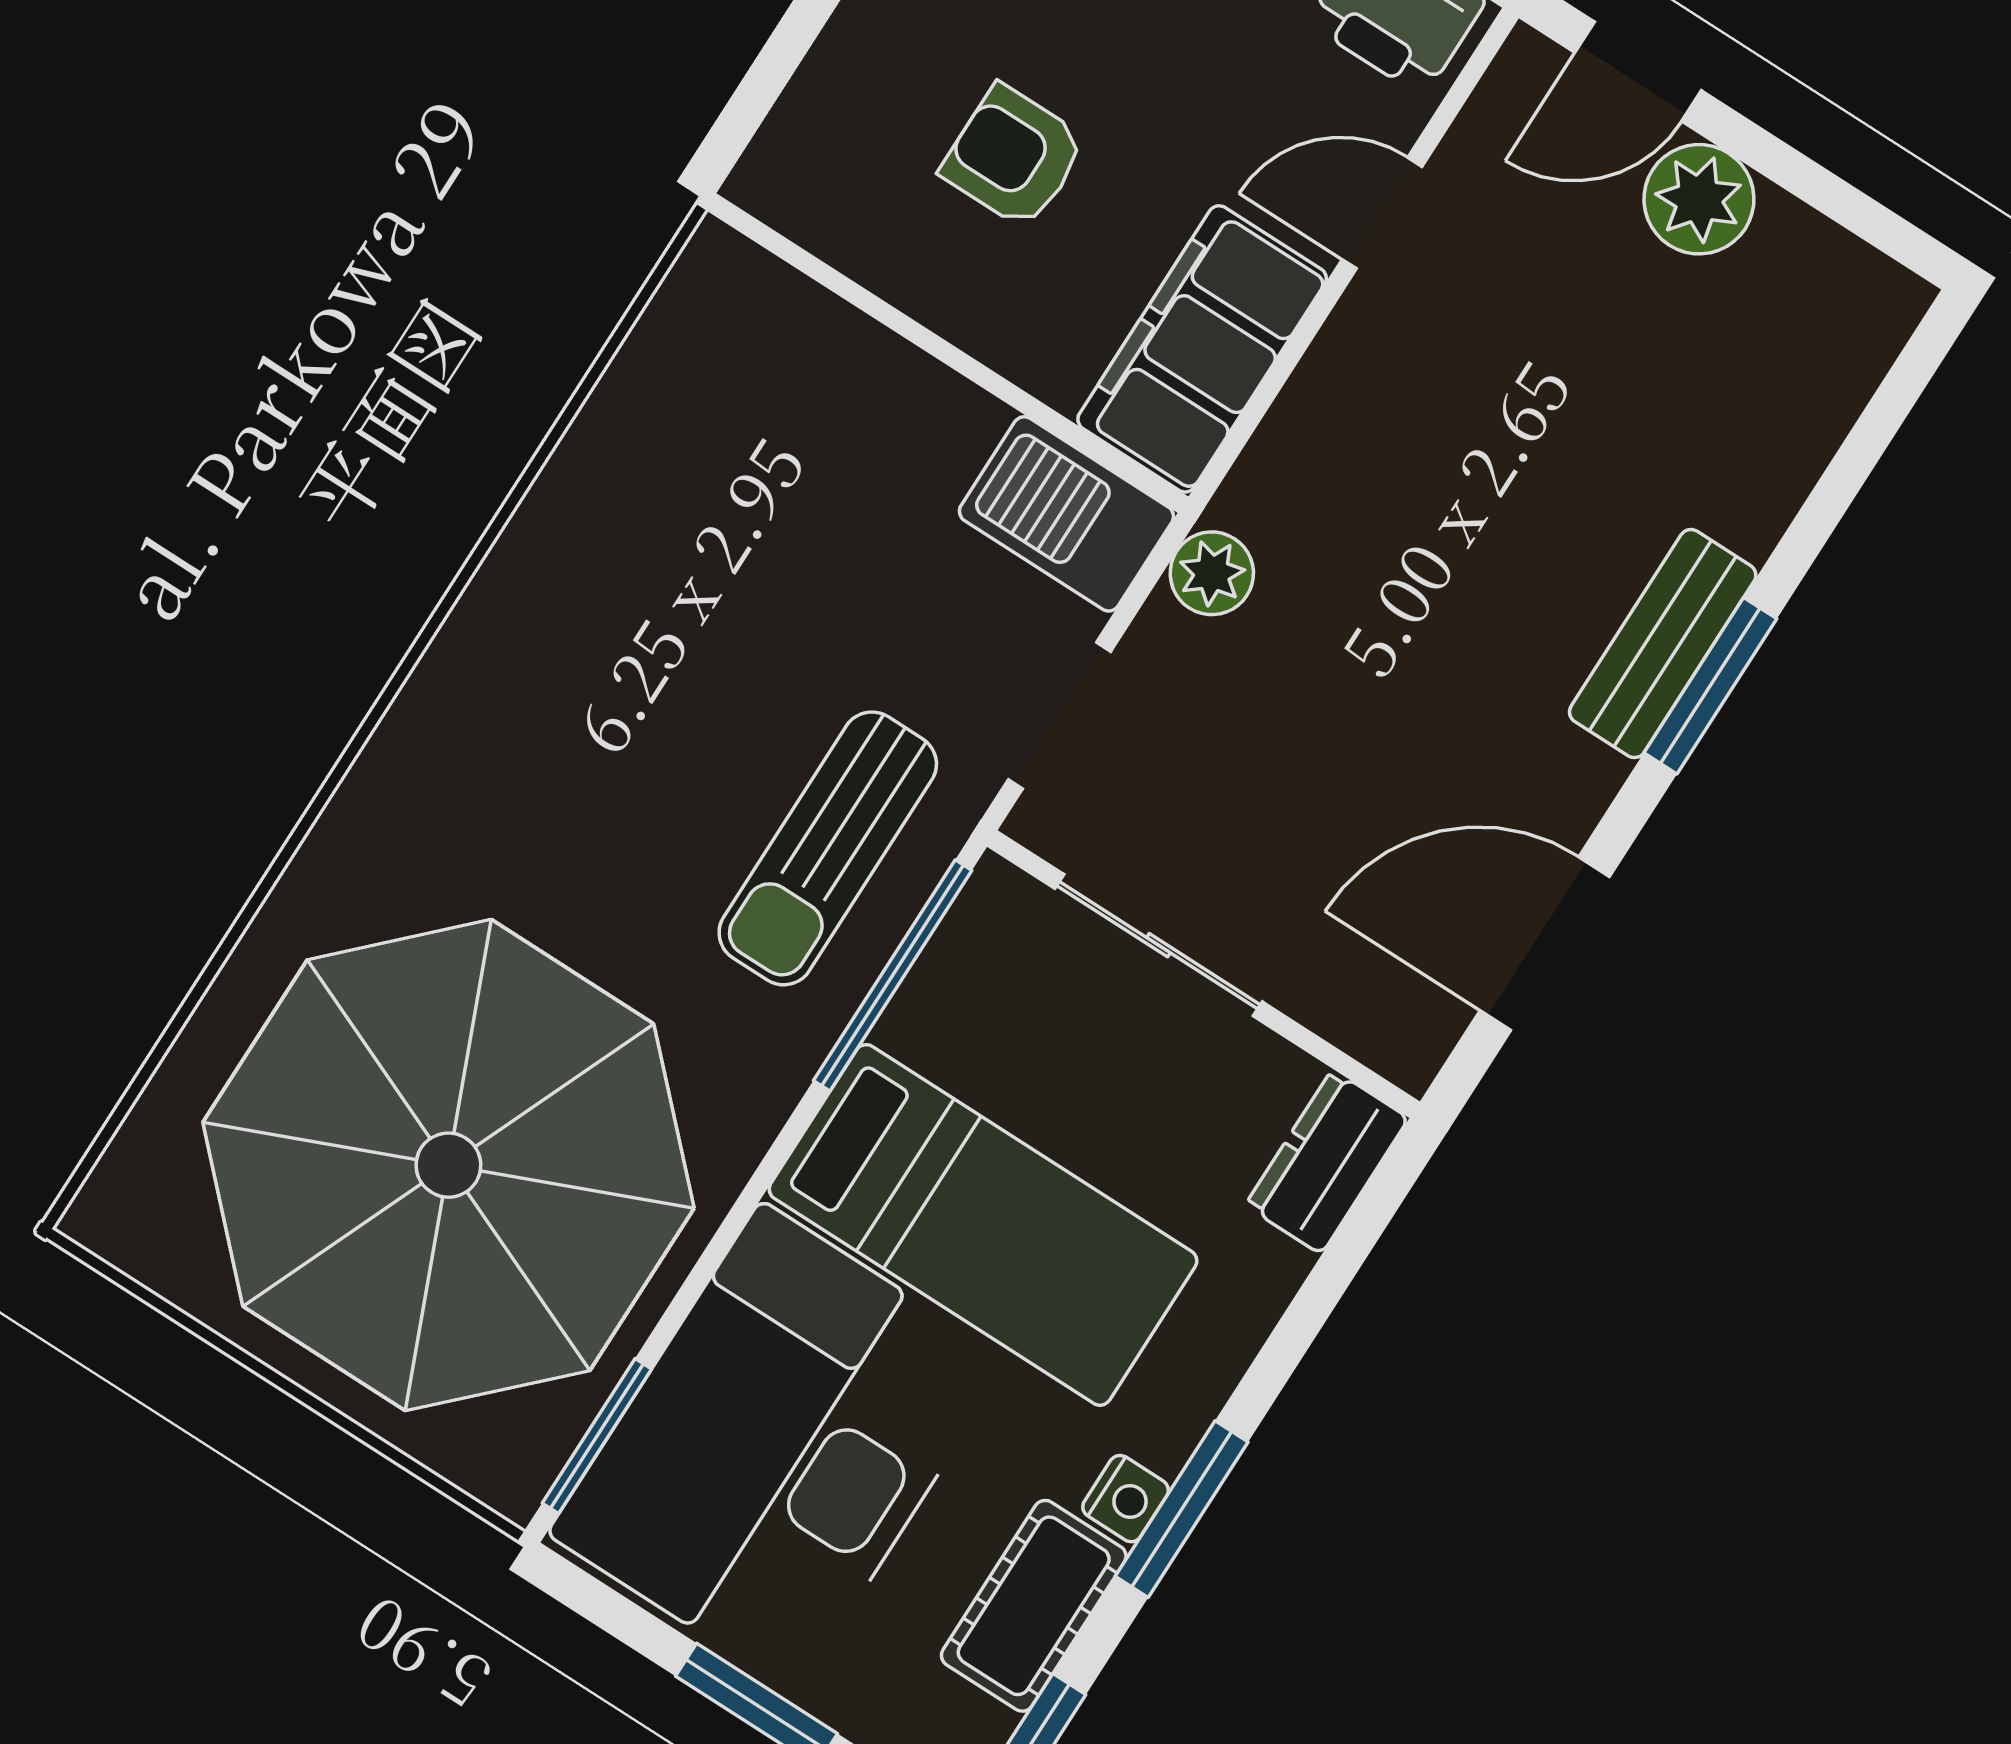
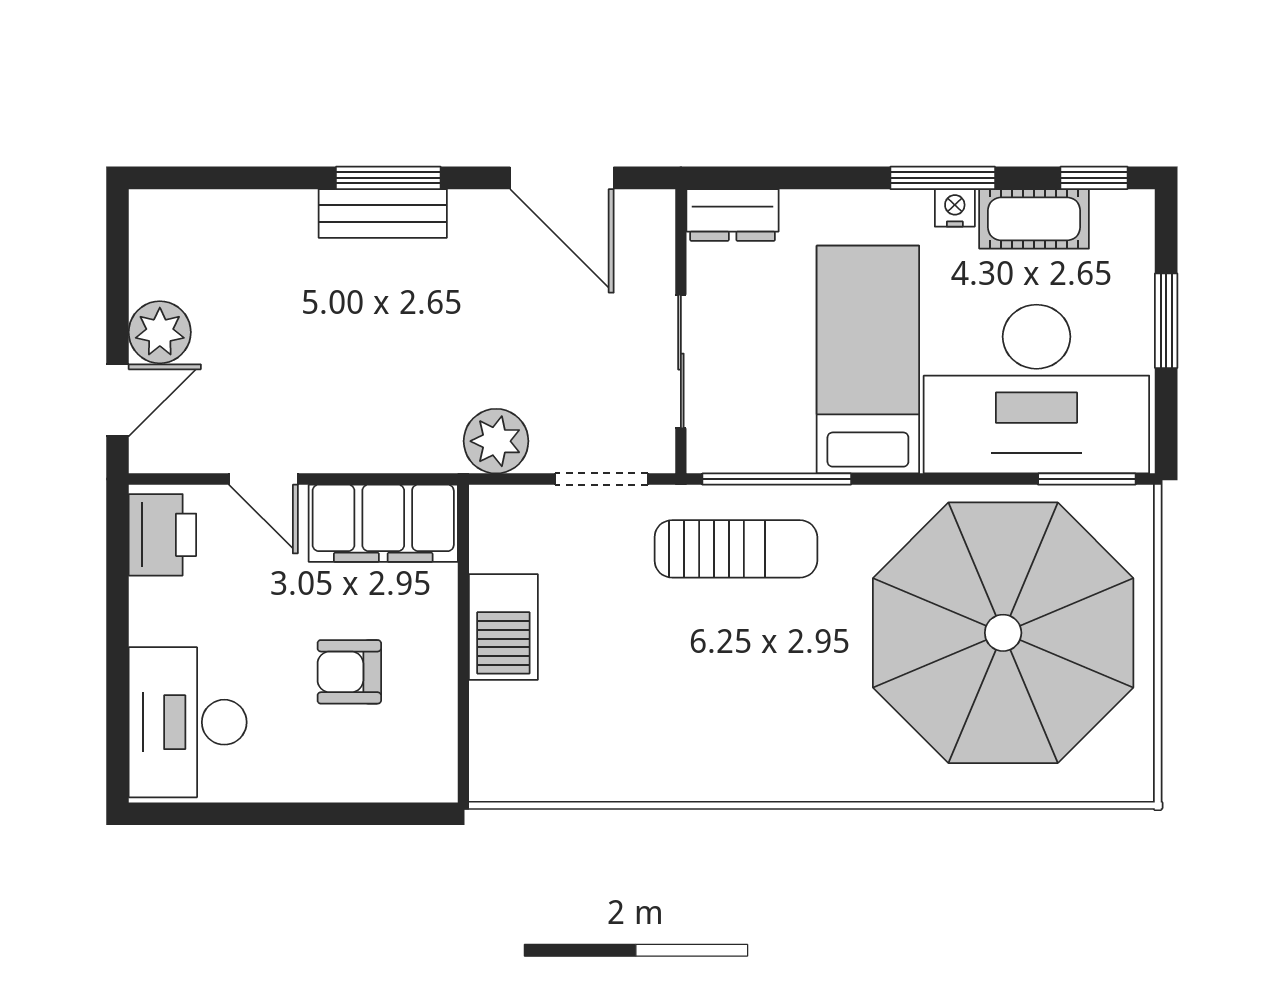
door: (1638, 71) -> (118, 400), hinge flipped
armchair: (1014, 157) -> (349, 672), turned 90
barbecue: (1066, 514) -> (503, 627), moved
plant: (1212, 573) -> (496, 441), width x1.38, depth x1.38

